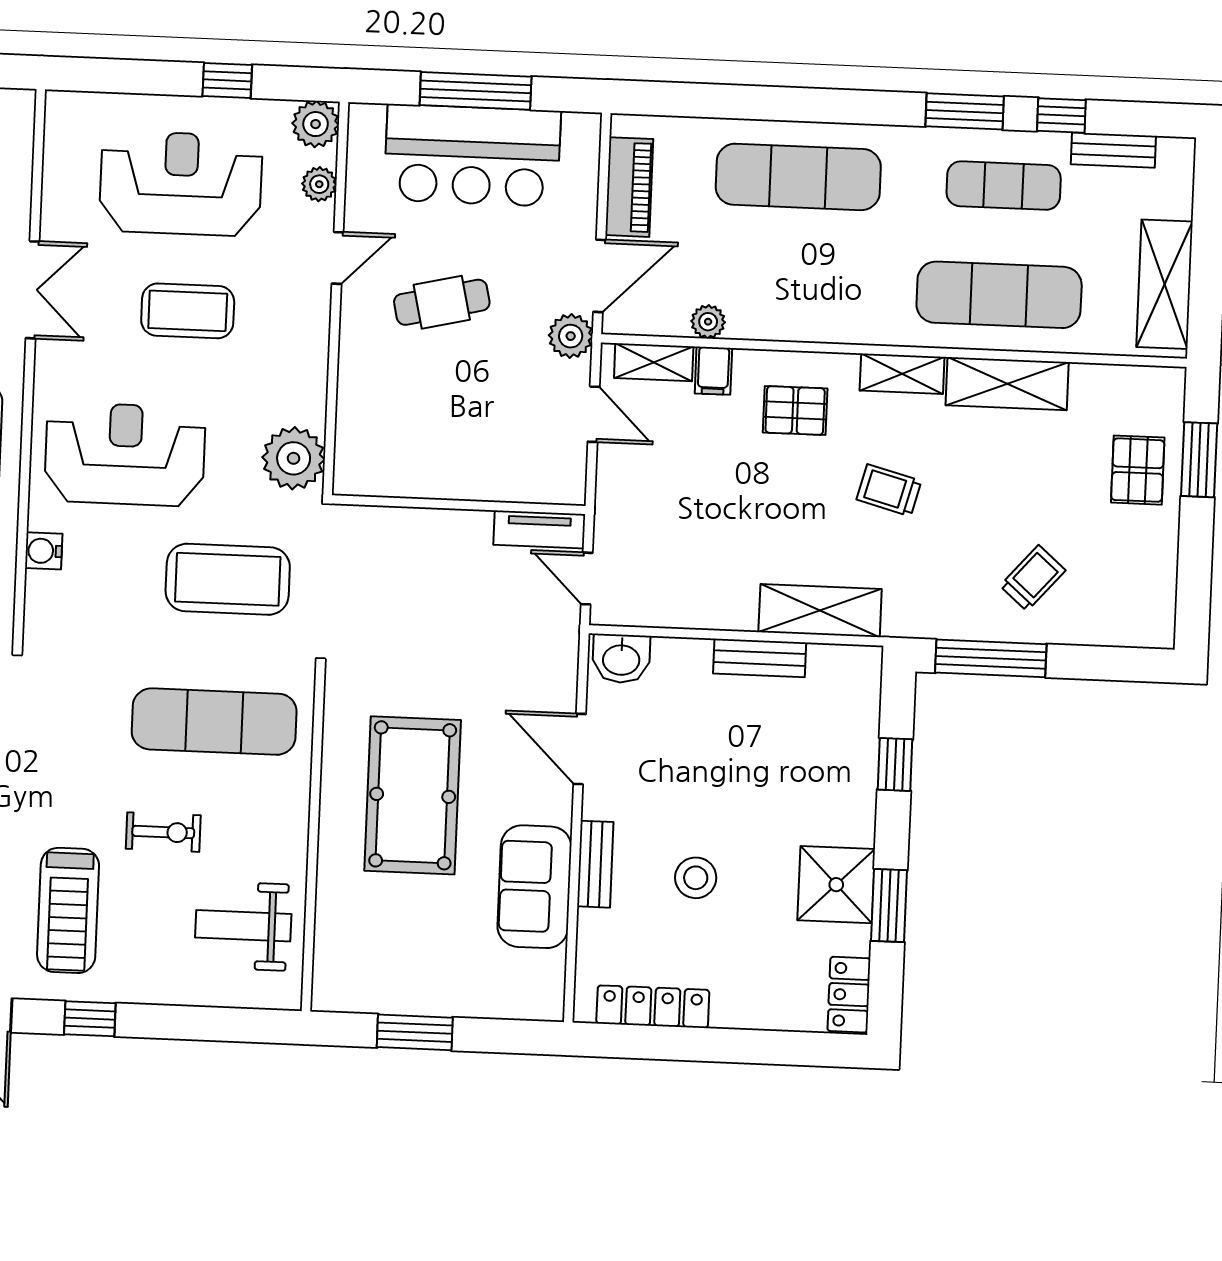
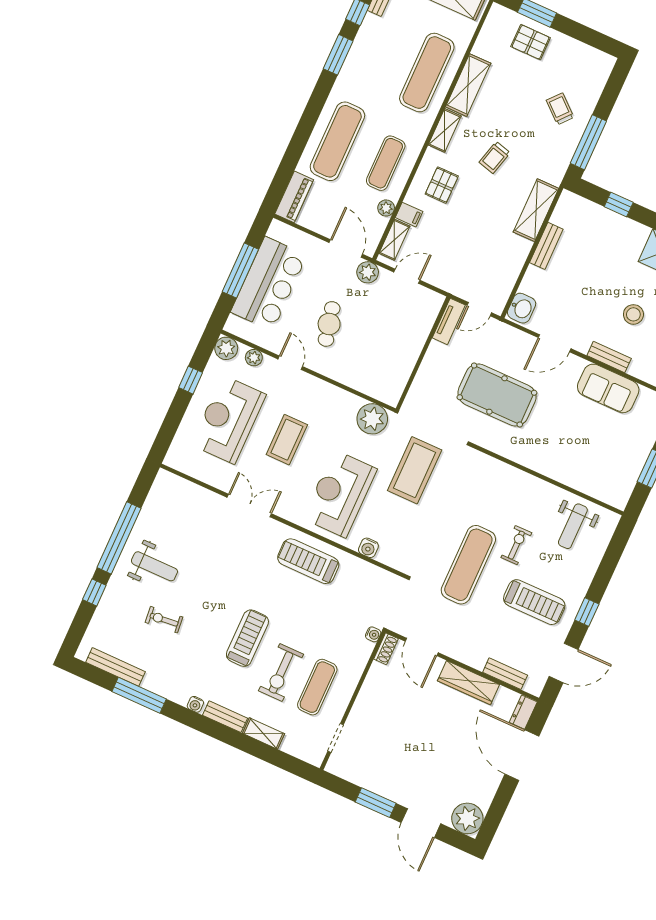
exercise mat: (1004, 186) -> (386, 163), moved
piano: (629, 187) -> (294, 197), moved, turned 90
exercise mat: (214, 722) -> (468, 565), moved
pool table: (413, 795) -> (497, 395), moved

